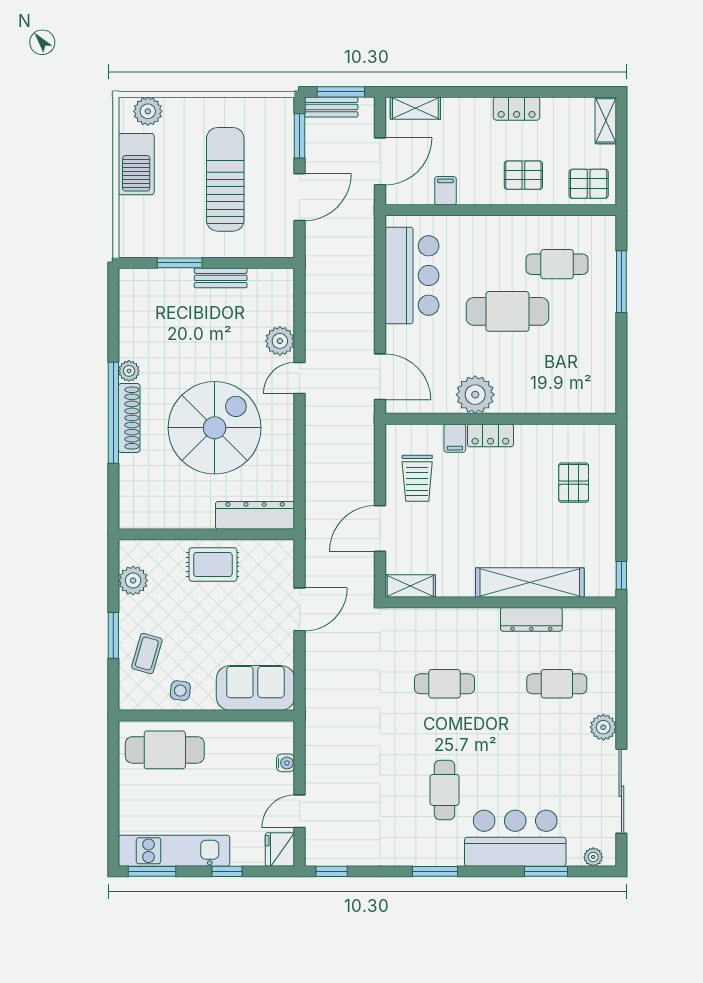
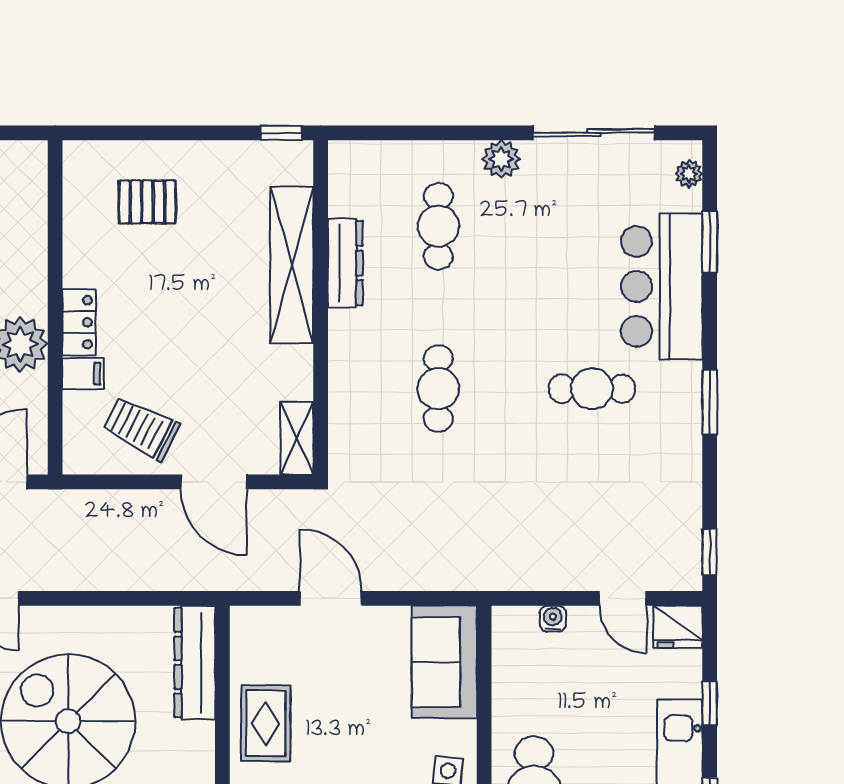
trolley: (417, 478) -> (141, 428), turned -153

